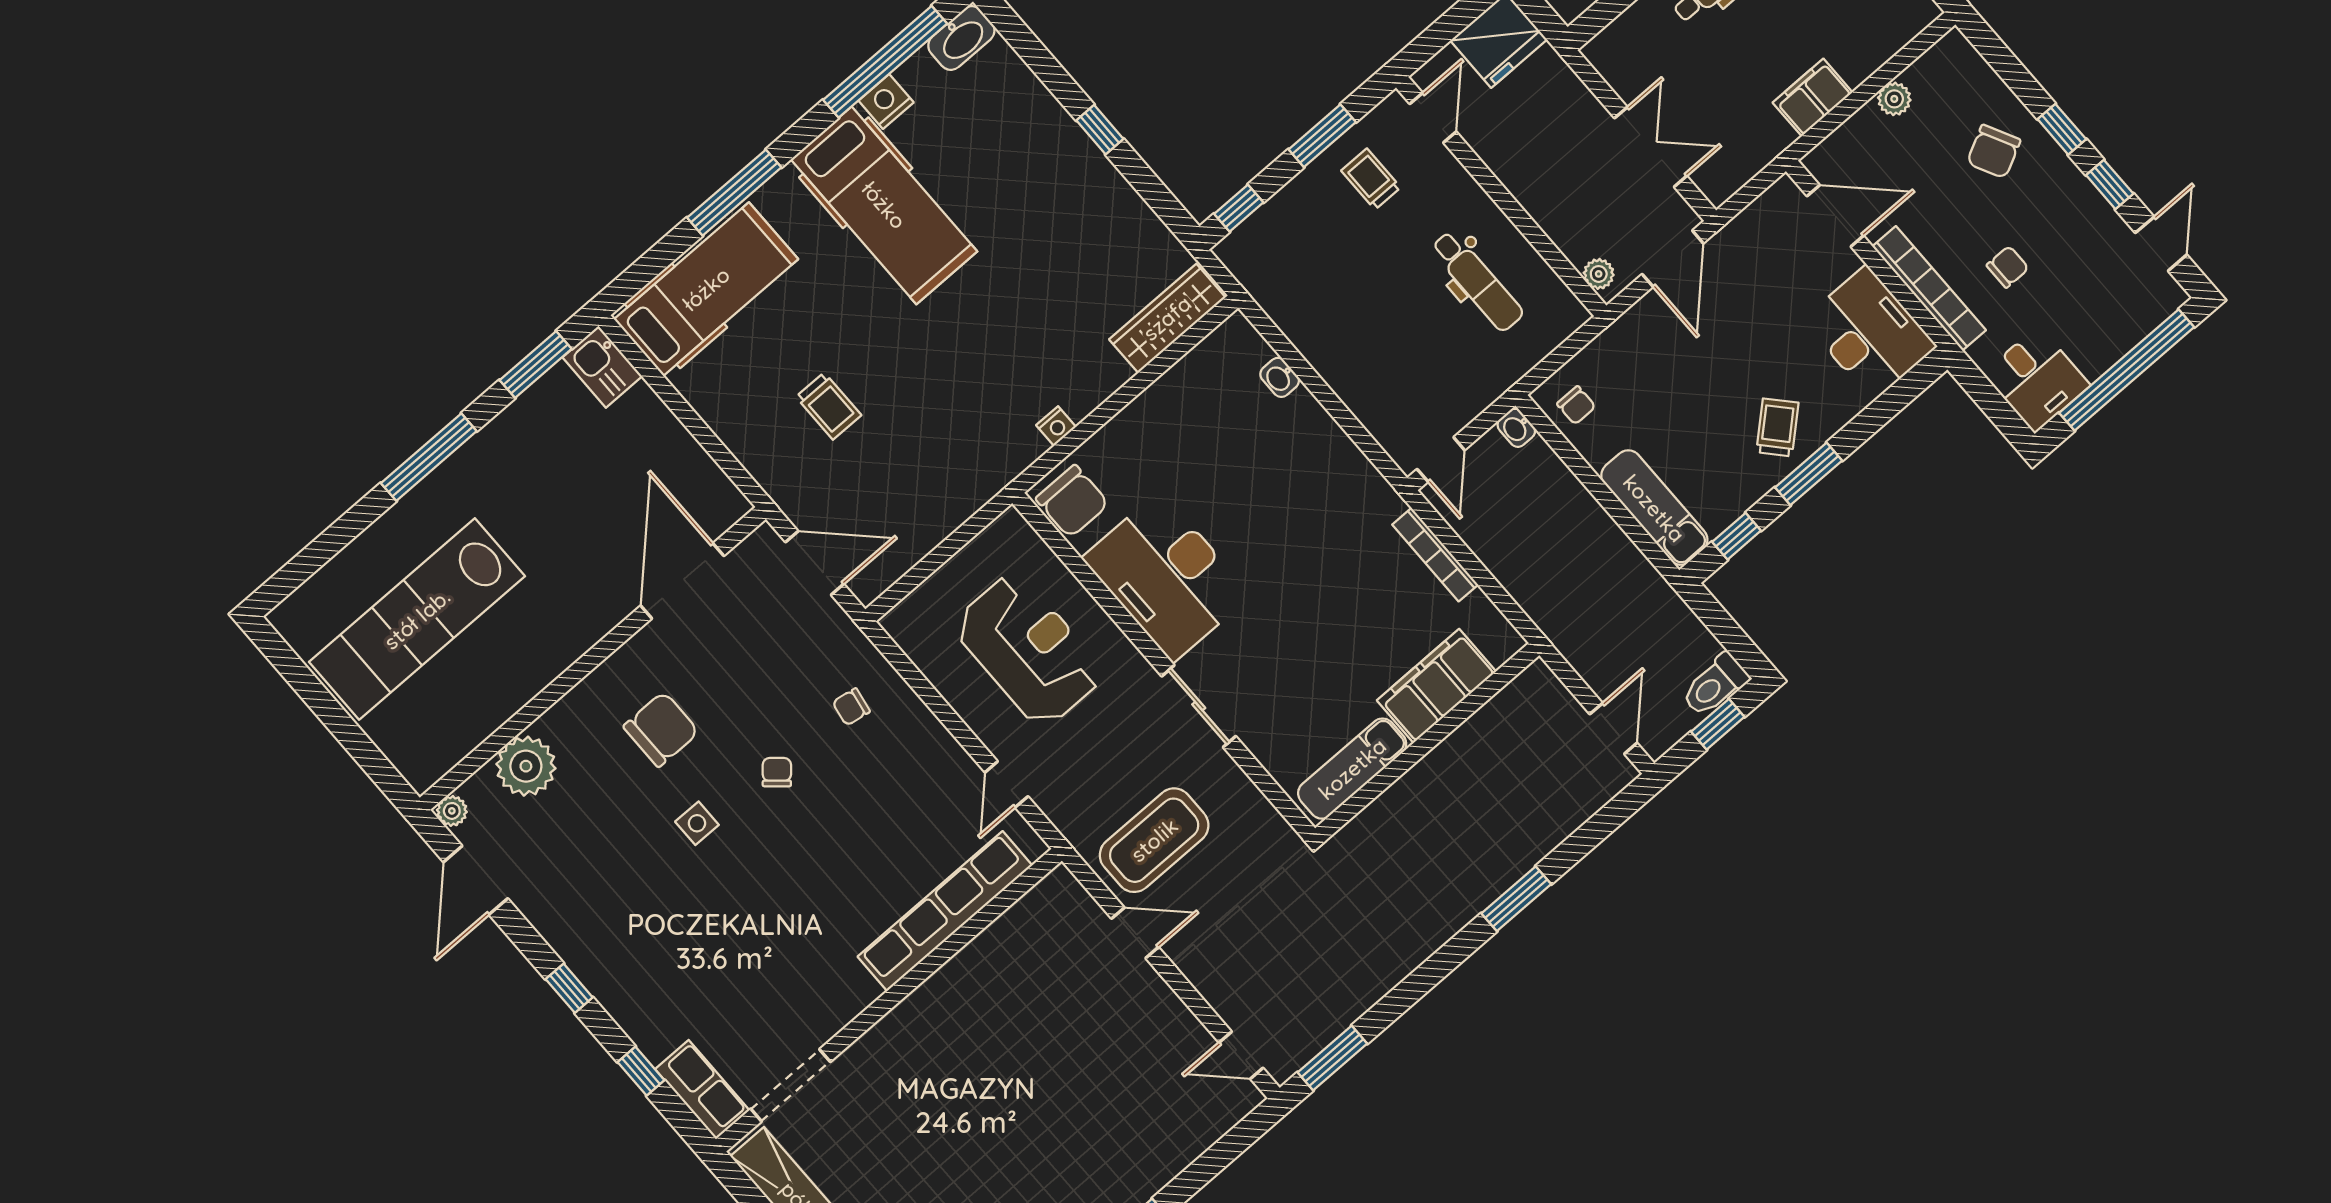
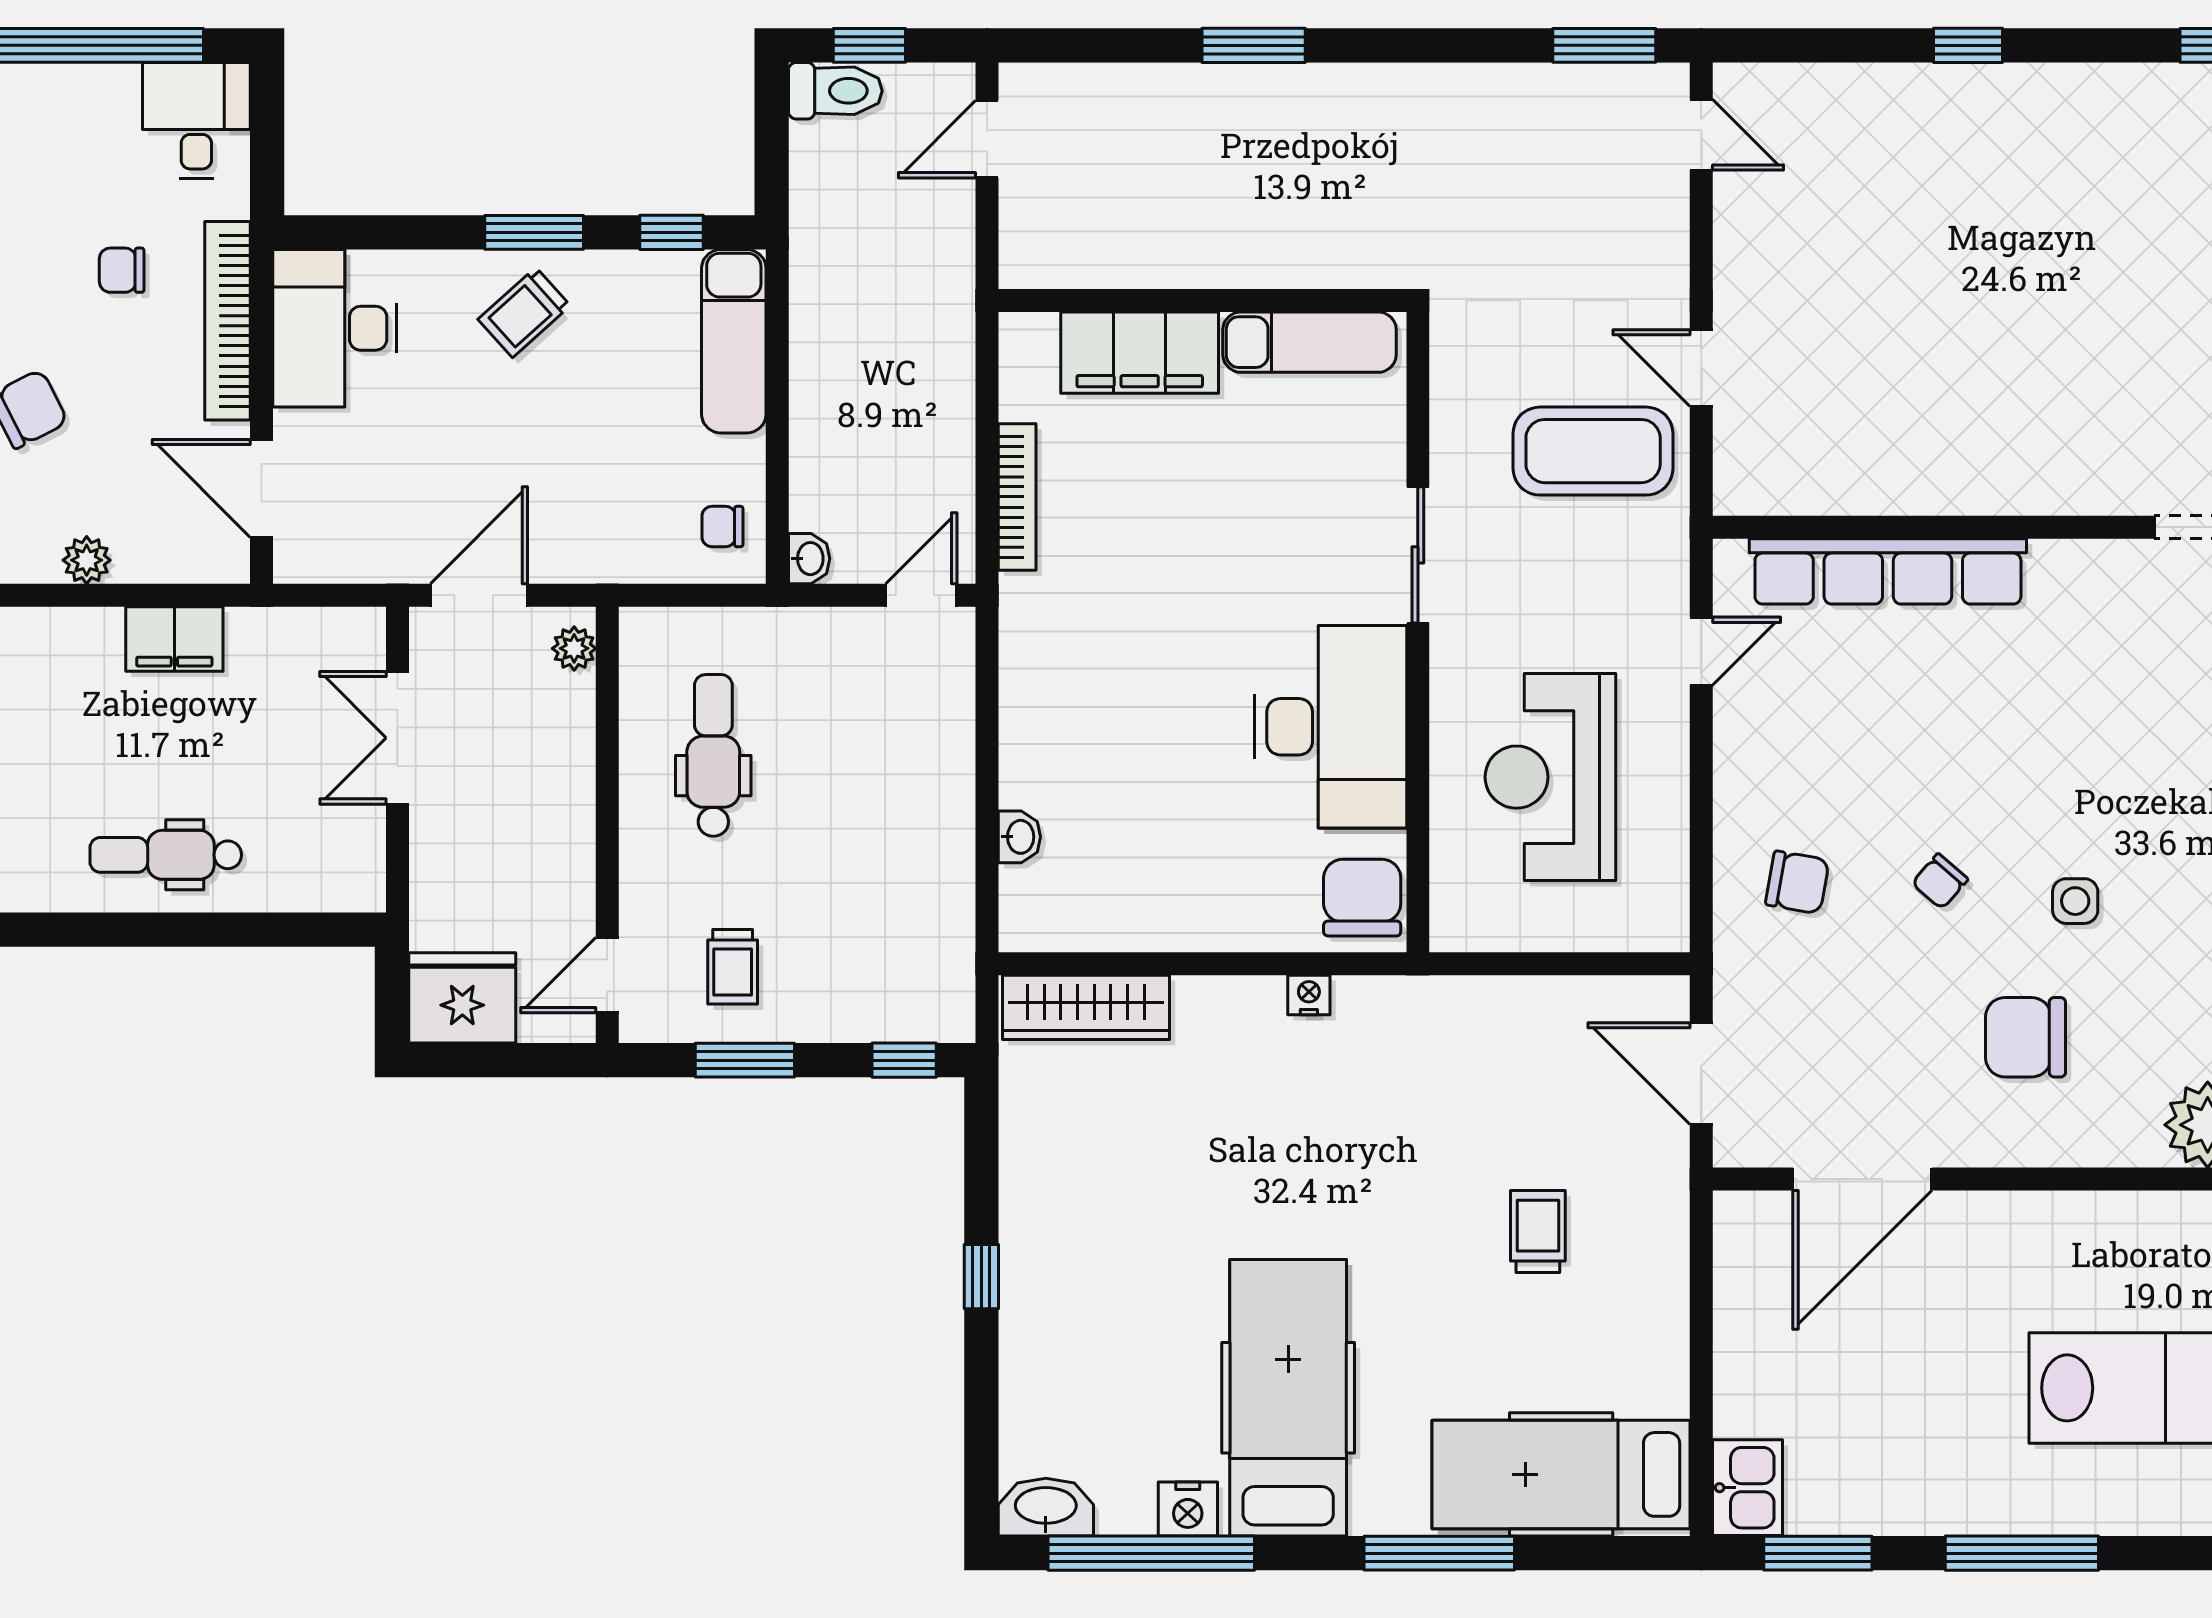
chair: (1576, 405) -> (722, 527), turned -90
chair: (851, 707) -> (1797, 882), width x1.37, depth x1.37

